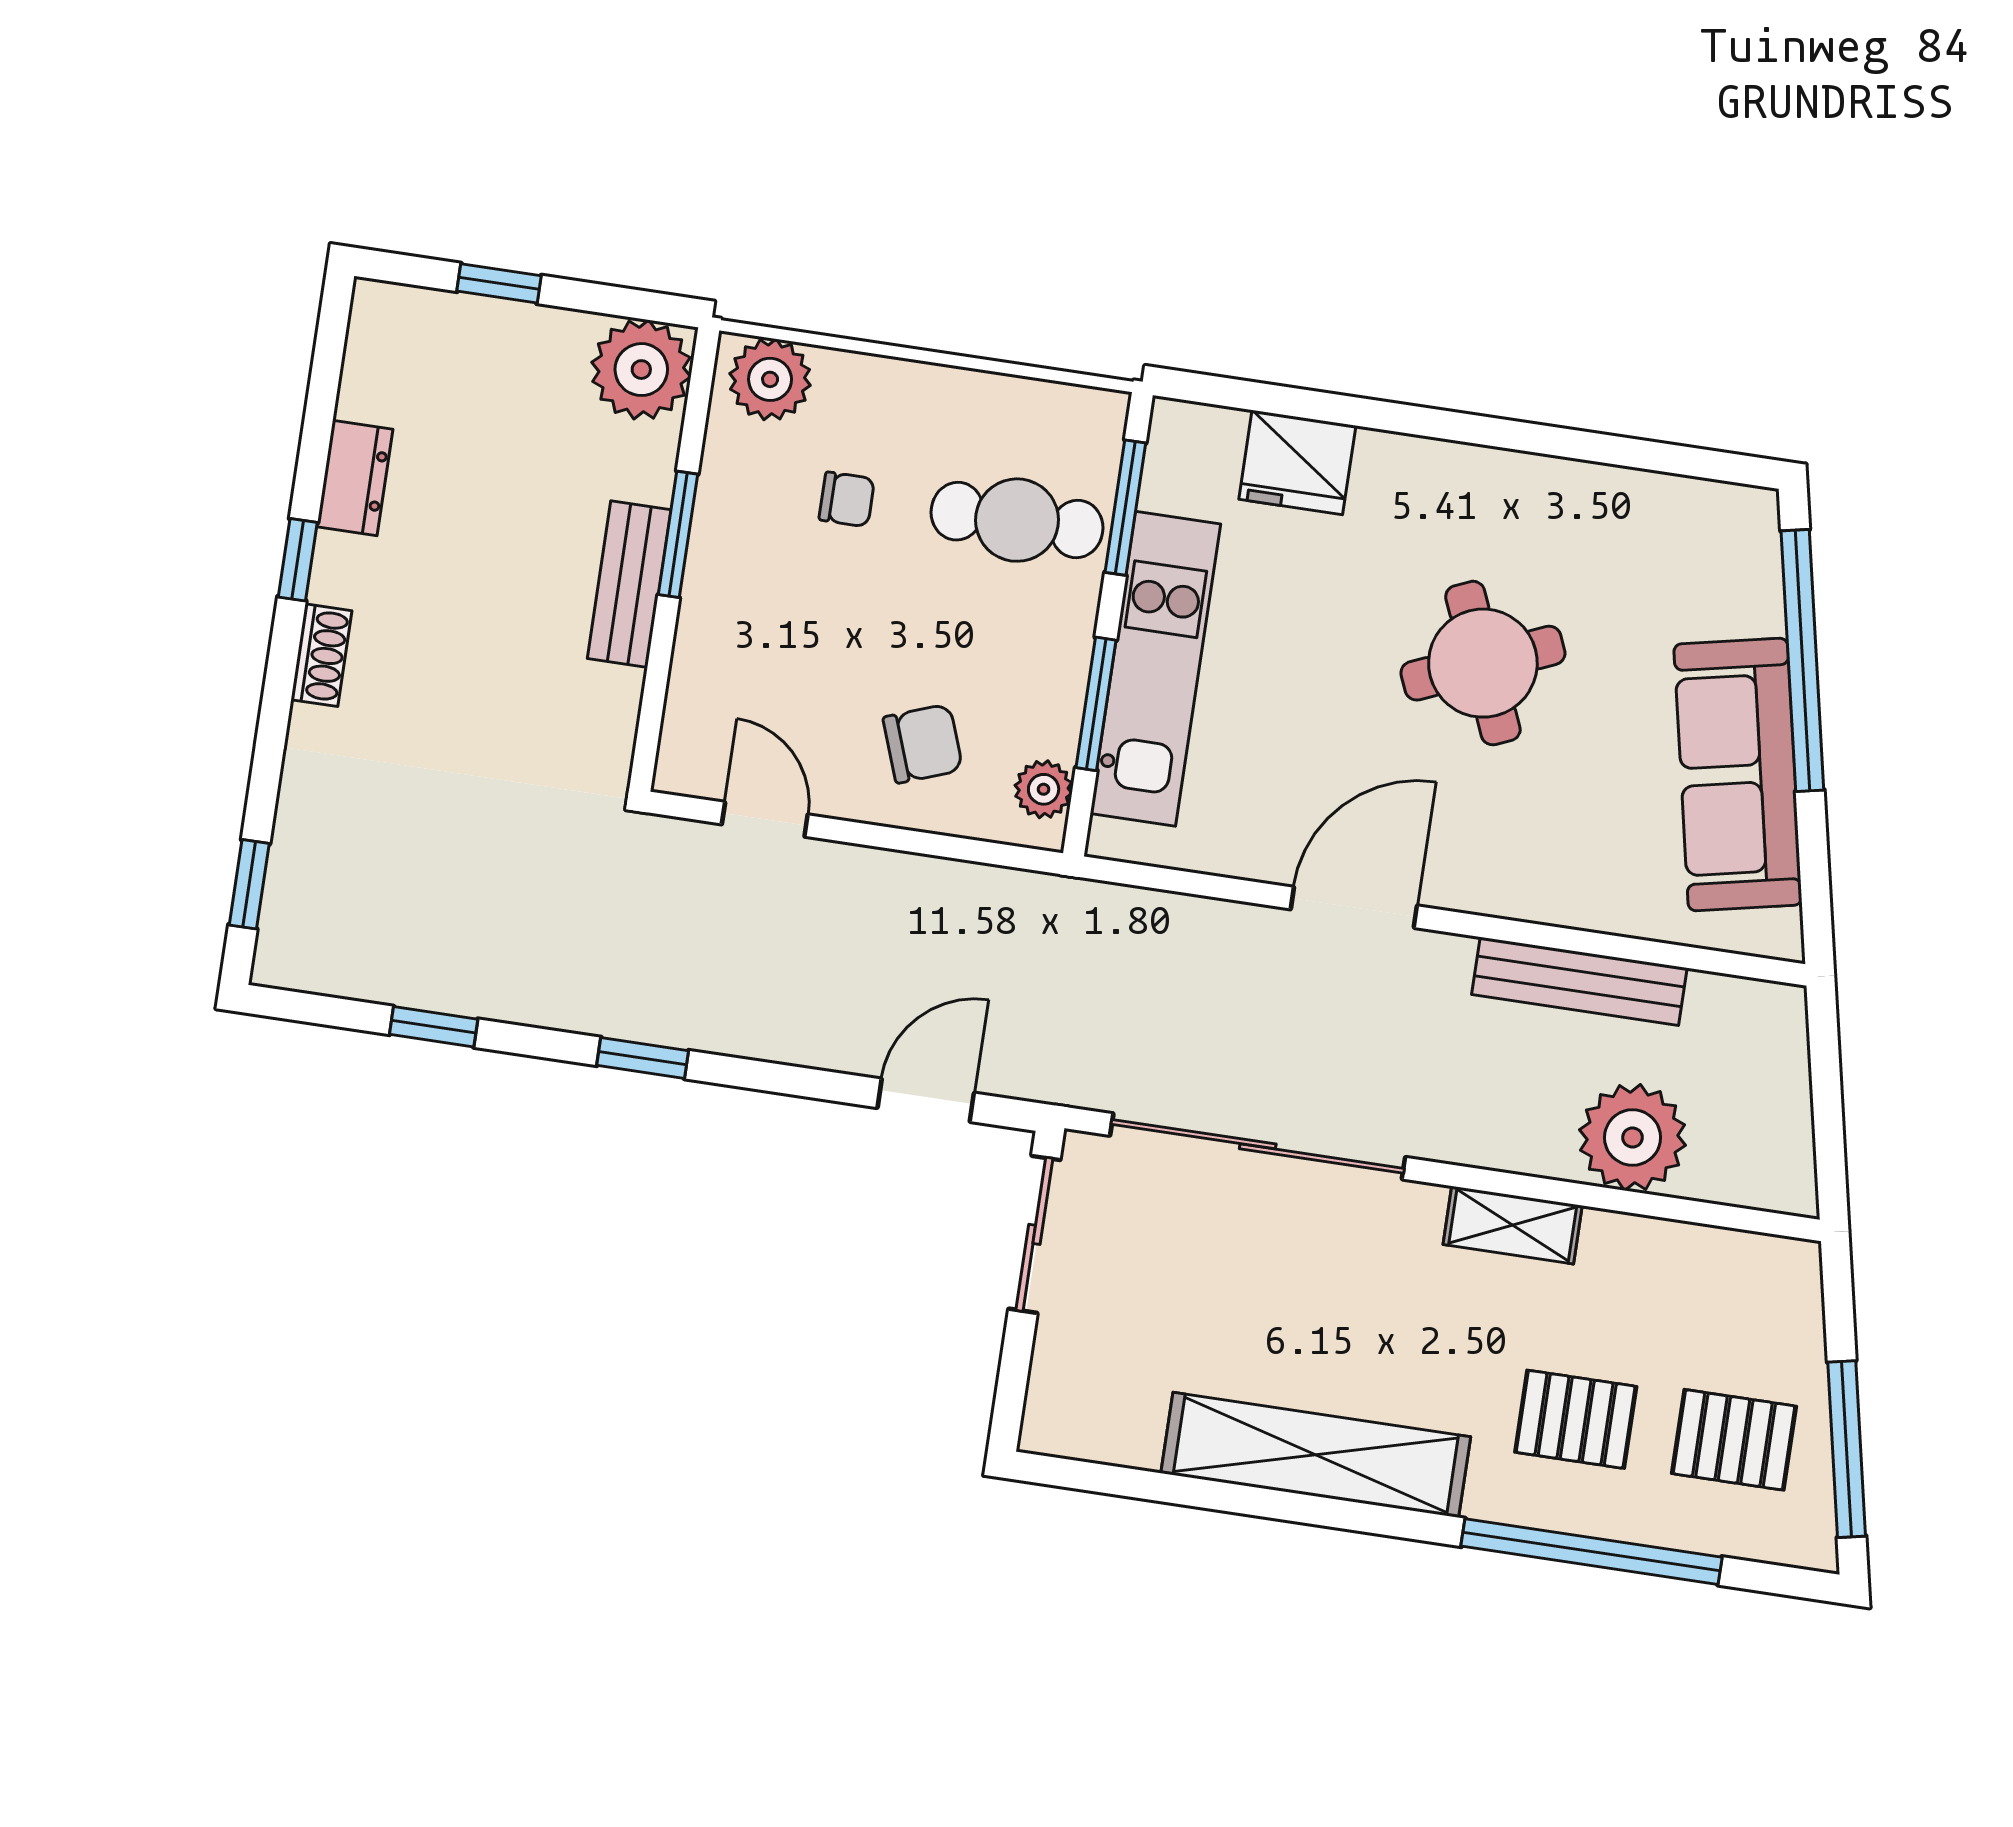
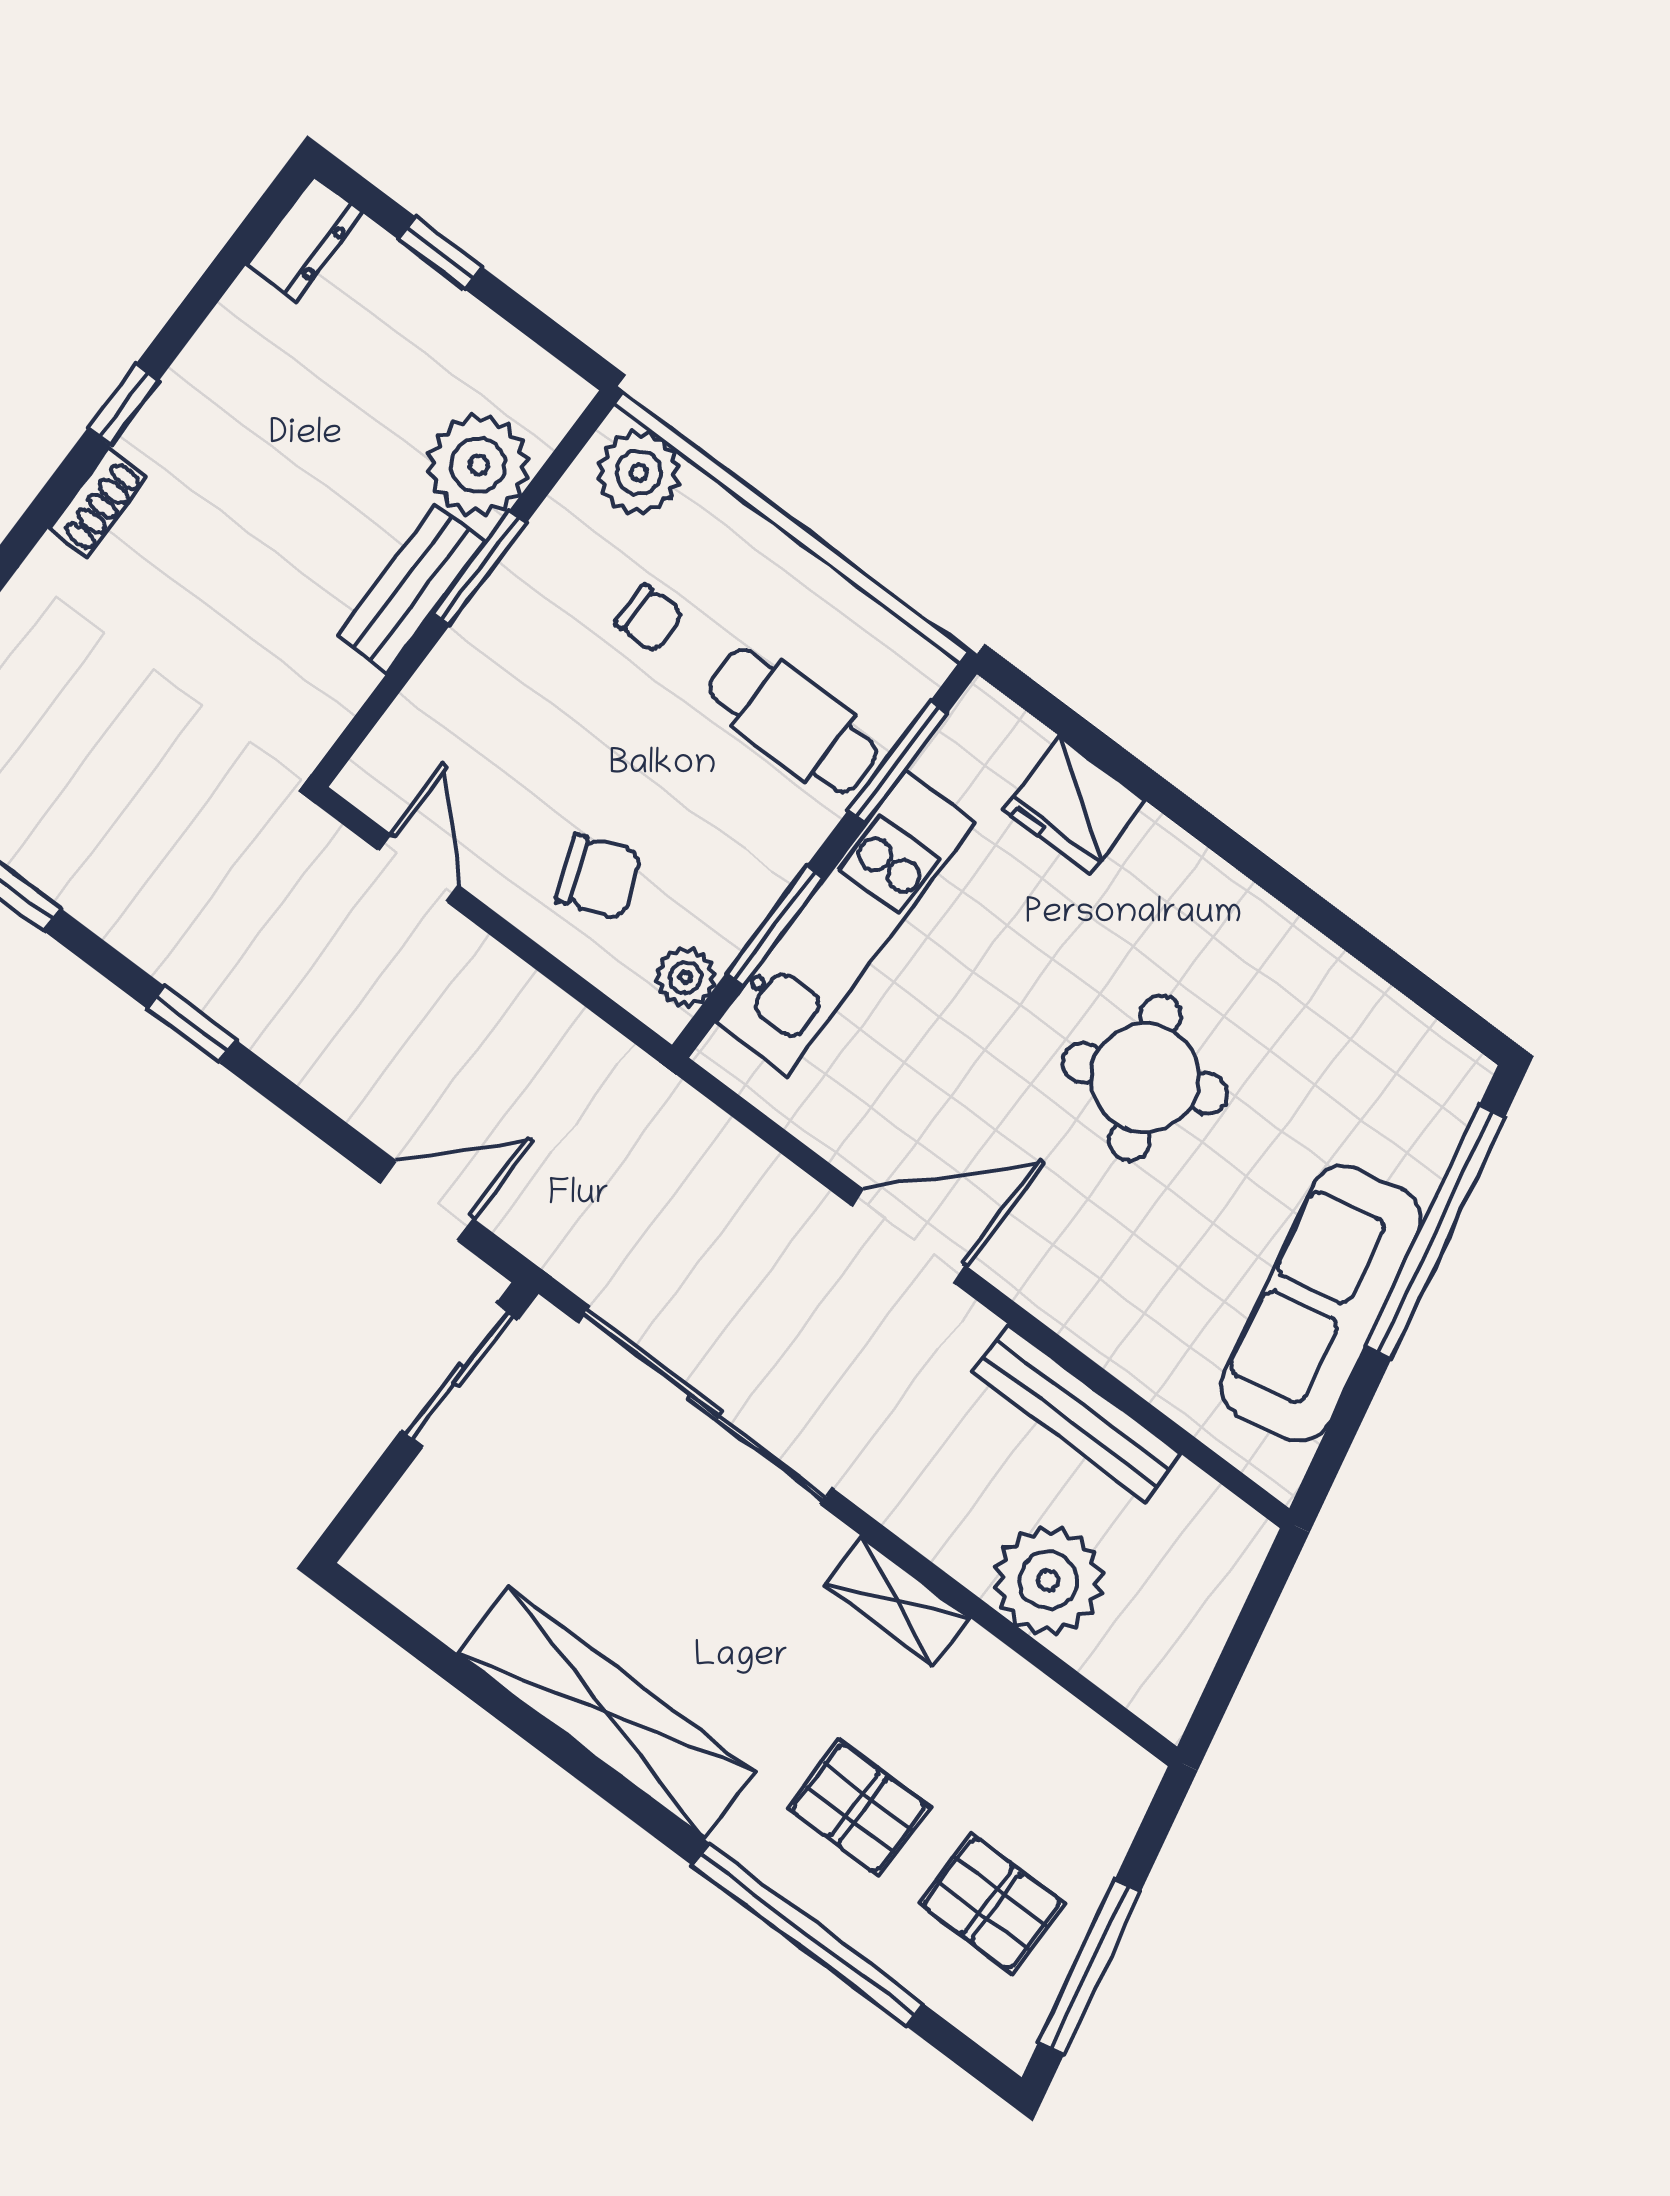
plant: (641, 370) -> (479, 465), moved
dresser: (355, 478) -> (305, 239), moved

